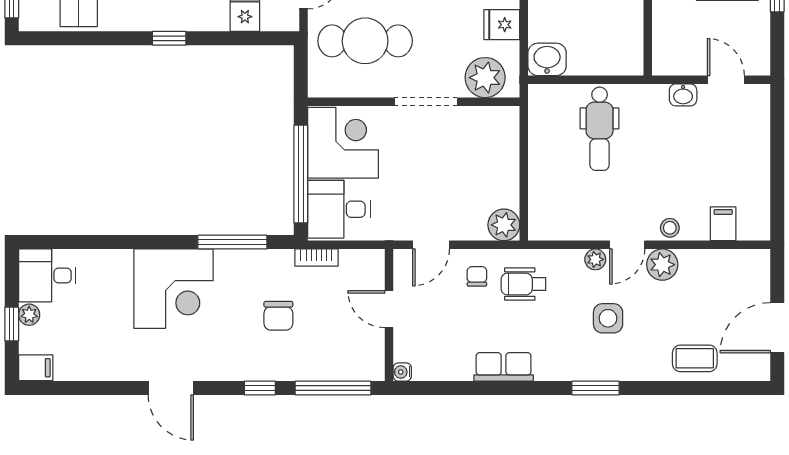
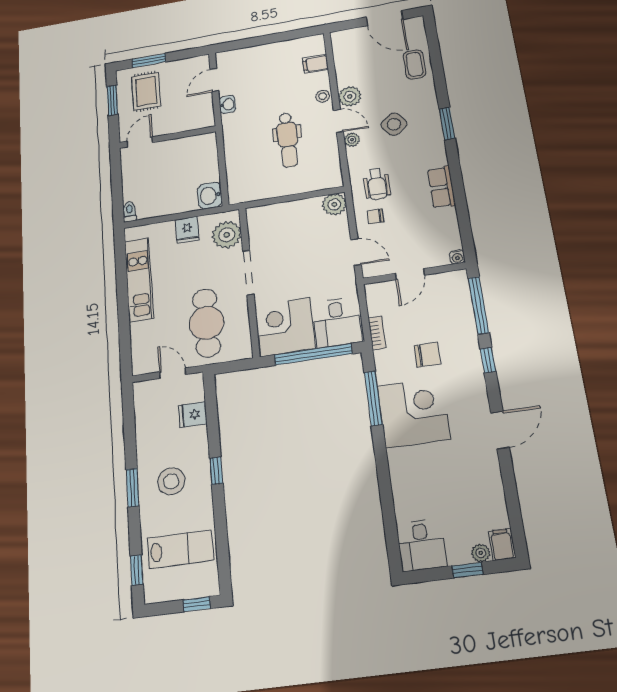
dental chair: (600, 129) -> (288, 140), moved, turned 90
corner desk: (174, 289) -> (414, 413), moved
plant: (29, 315) -> (481, 553), moved
side table: (608, 318) -> (394, 124), turned -37

